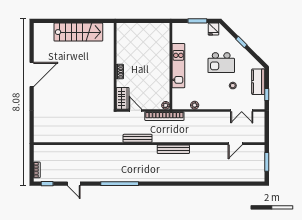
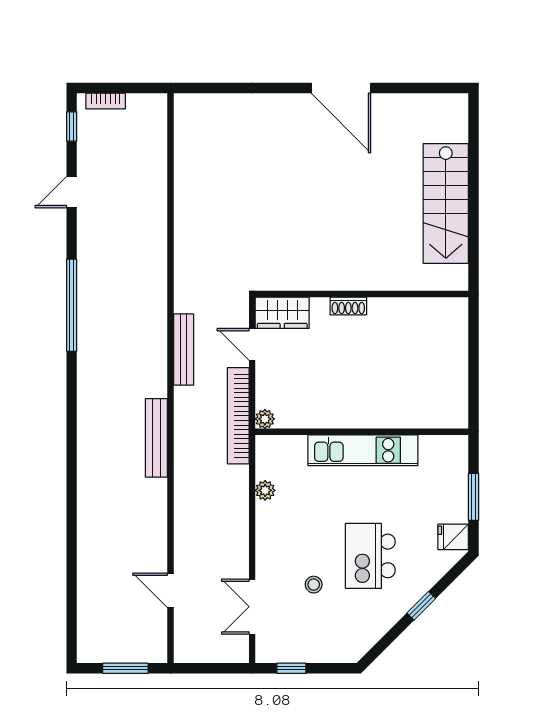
kitchen counter: (258, 82) -> (323, 647), removed
door: (135, 110) -> (252, 344), swing flipped

